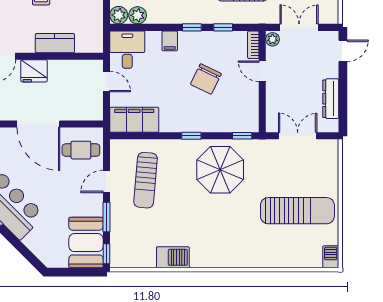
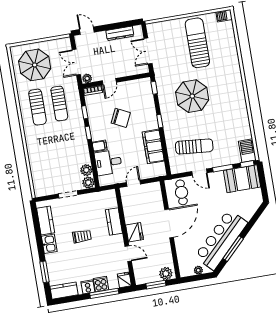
desk: (127, 50) -> (108, 162), moved
filing cabinet: (134, 120) -> (153, 146), moved
parasol: (220, 170) -> (192, 96), moved
barbecue: (173, 257) -> (247, 151), moved

